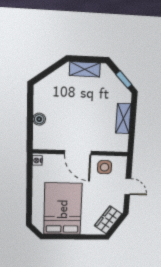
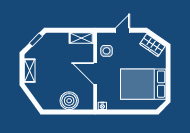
boiler: (39, 119) -> (69, 101), width x1.86, depth x1.86
shelving: (123, 119) -> (81, 38), moved
door: (78, 153) -> (95, 73), swing flipped

